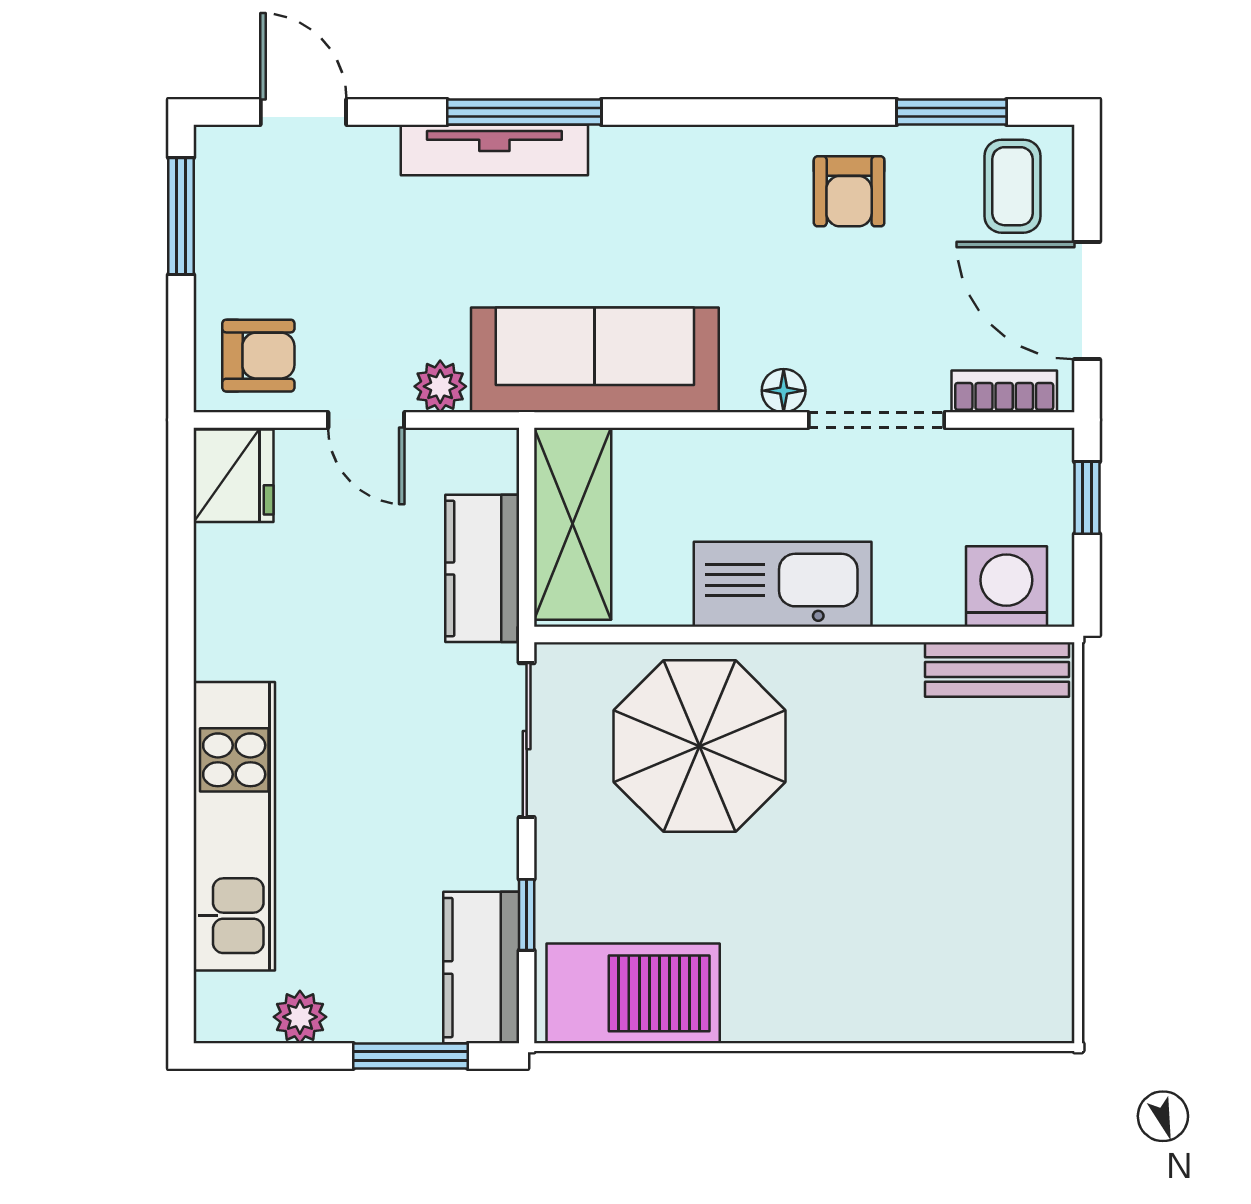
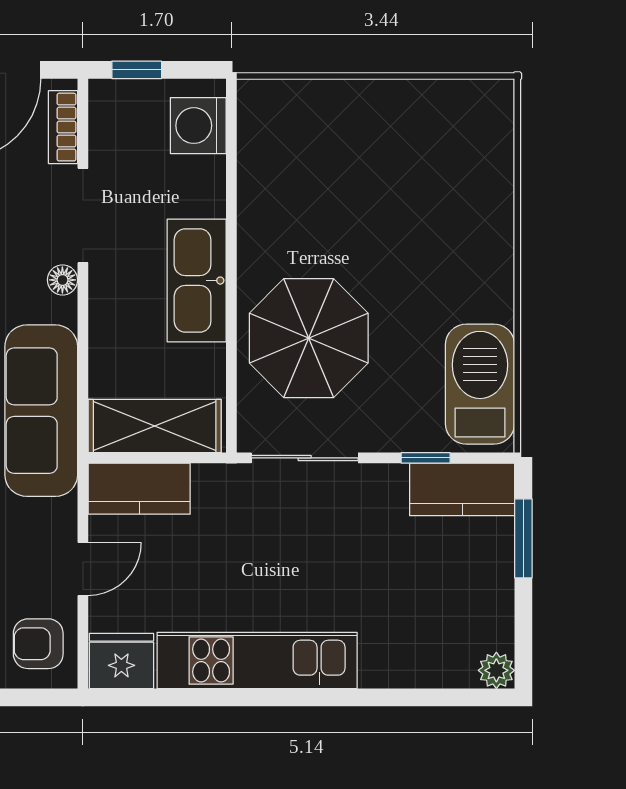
armchair: (258, 356) -> (38, 644), turned -90
plant: (440, 386) -> (60, 518), removed
kitchen counter: (482, 568) -> (139, 489), moved
bench: (997, 669) -> (256, 132), removed
kitchen unit: (234, 826) -> (257, 660), moved
plant: (300, 1017) -> (496, 670), moved

